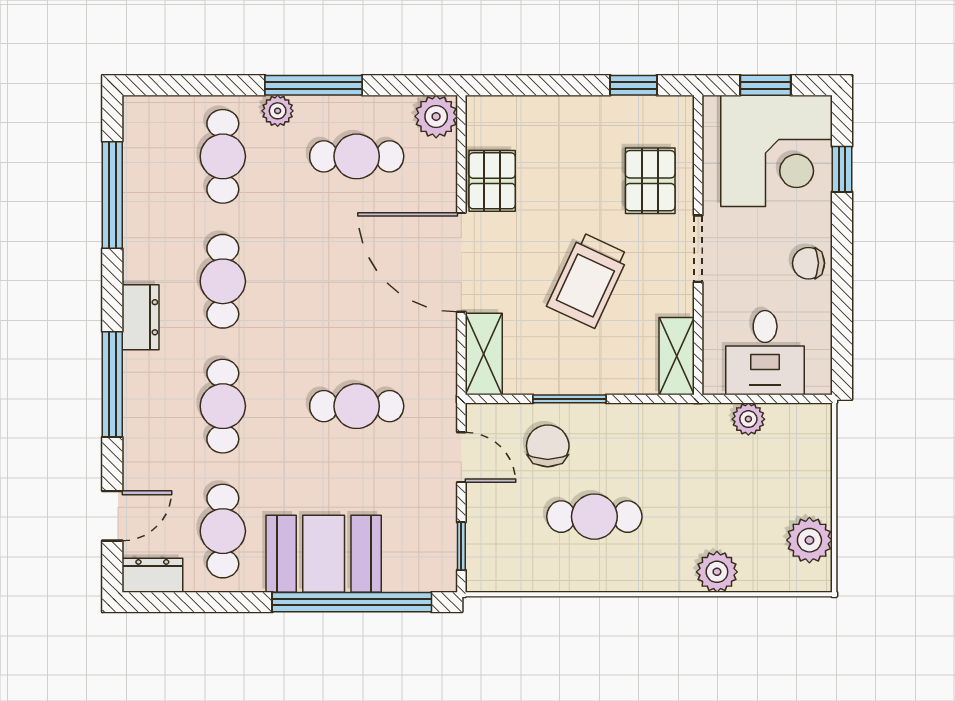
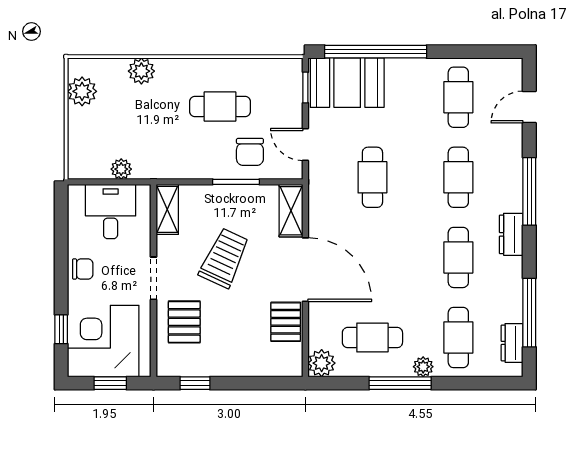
cafe table: (357, 406) -> (372, 177), turned 90
booth: (324, 554) -> (347, 83), moved
dresser: (152, 575) -> (512, 343), moved, turned 90

